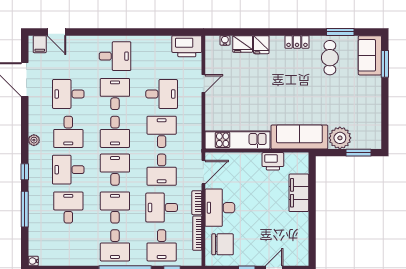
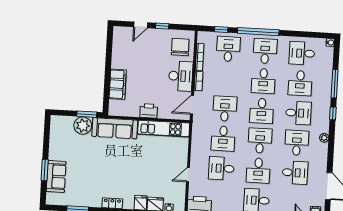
sofa: (370, 55) -> (56, 176), moved
cafe table: (330, 58) -> (87, 189), removed
window: (385, 64) -> (45, 170), moved
window: (359, 153) -> (87, 114), moved
printer: (273, 161) -> (149, 111), moved
desk: (162, 208) -> (302, 53), moved, turned 180
chair: (223, 244) -> (180, 47), turned 90

